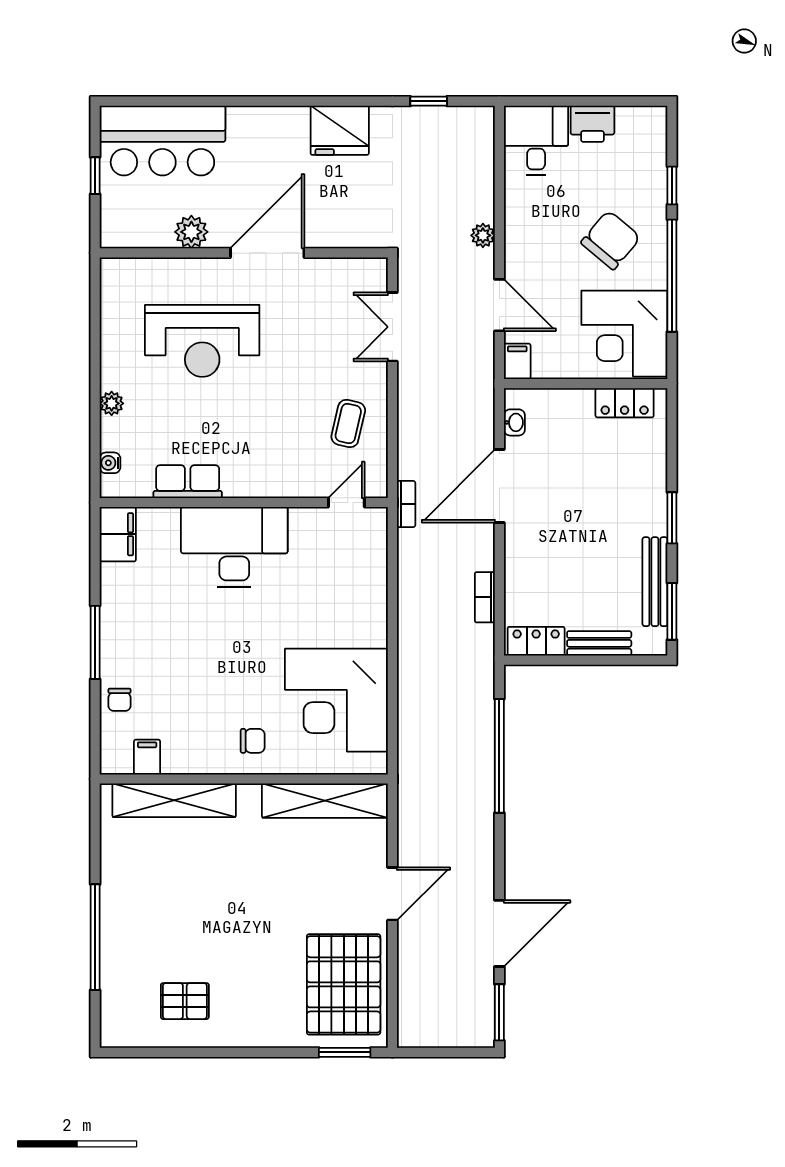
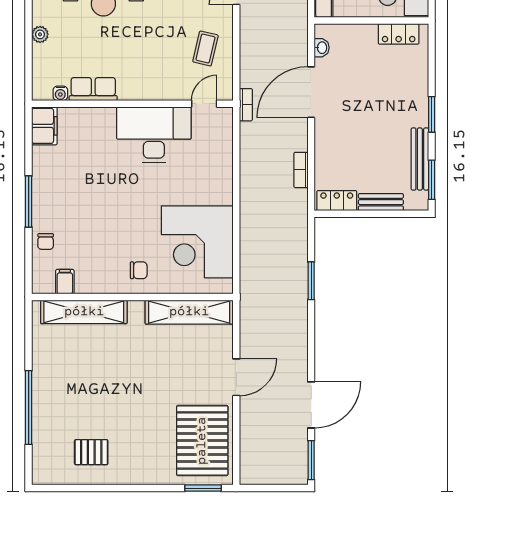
water cooler: (110, 463) -> (60, 93), moved, turned -90
desk: (234, 547) -> (154, 135), moved
window: (499, 756) -> (311, 281), width x0.47

